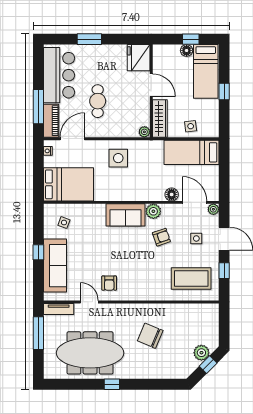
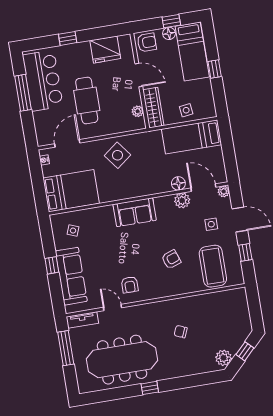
window: (89, 39) -> (68, 38), width x0.67
armchair: (164, 55) -> (147, 42), added
fridge: (139, 58) -> (105, 50), moved, turned -90
cafe table: (98, 101) -> (87, 100), width x1.37, depth x1.35
window: (38, 107) -> (23, 93), moved
piano: (51, 121) -> (42, 128), removed
plant: (144, 132) -> (138, 111), moved
side table: (118, 158) -> (118, 155), turned -37
plant: (153, 211) -> (182, 200), moved
armchair: (161, 237) -> (171, 259), moved
coffee table: (191, 279) -> (213, 266), turned 90
chair: (150, 336) -> (181, 332), width x0.54, depth x0.54
plant: (201, 353) -> (224, 358), moved

